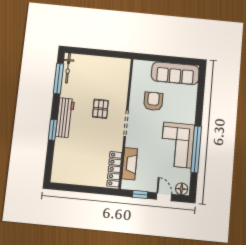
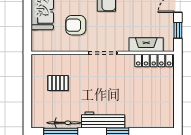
bicycle: (68, 68) -> (64, 123), moved
pallet: (100, 109) -> (58, 83), moved

